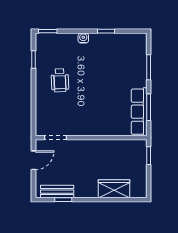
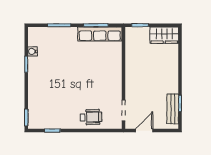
water cooler: (83, 38) -> (33, 51), moved
wheelchair: (60, 80) -> (91, 117), moved
door: (33, 160) -> (144, 131), hinge flipped
wardrobe: (114, 189) -> (164, 35), moved, turned -90

